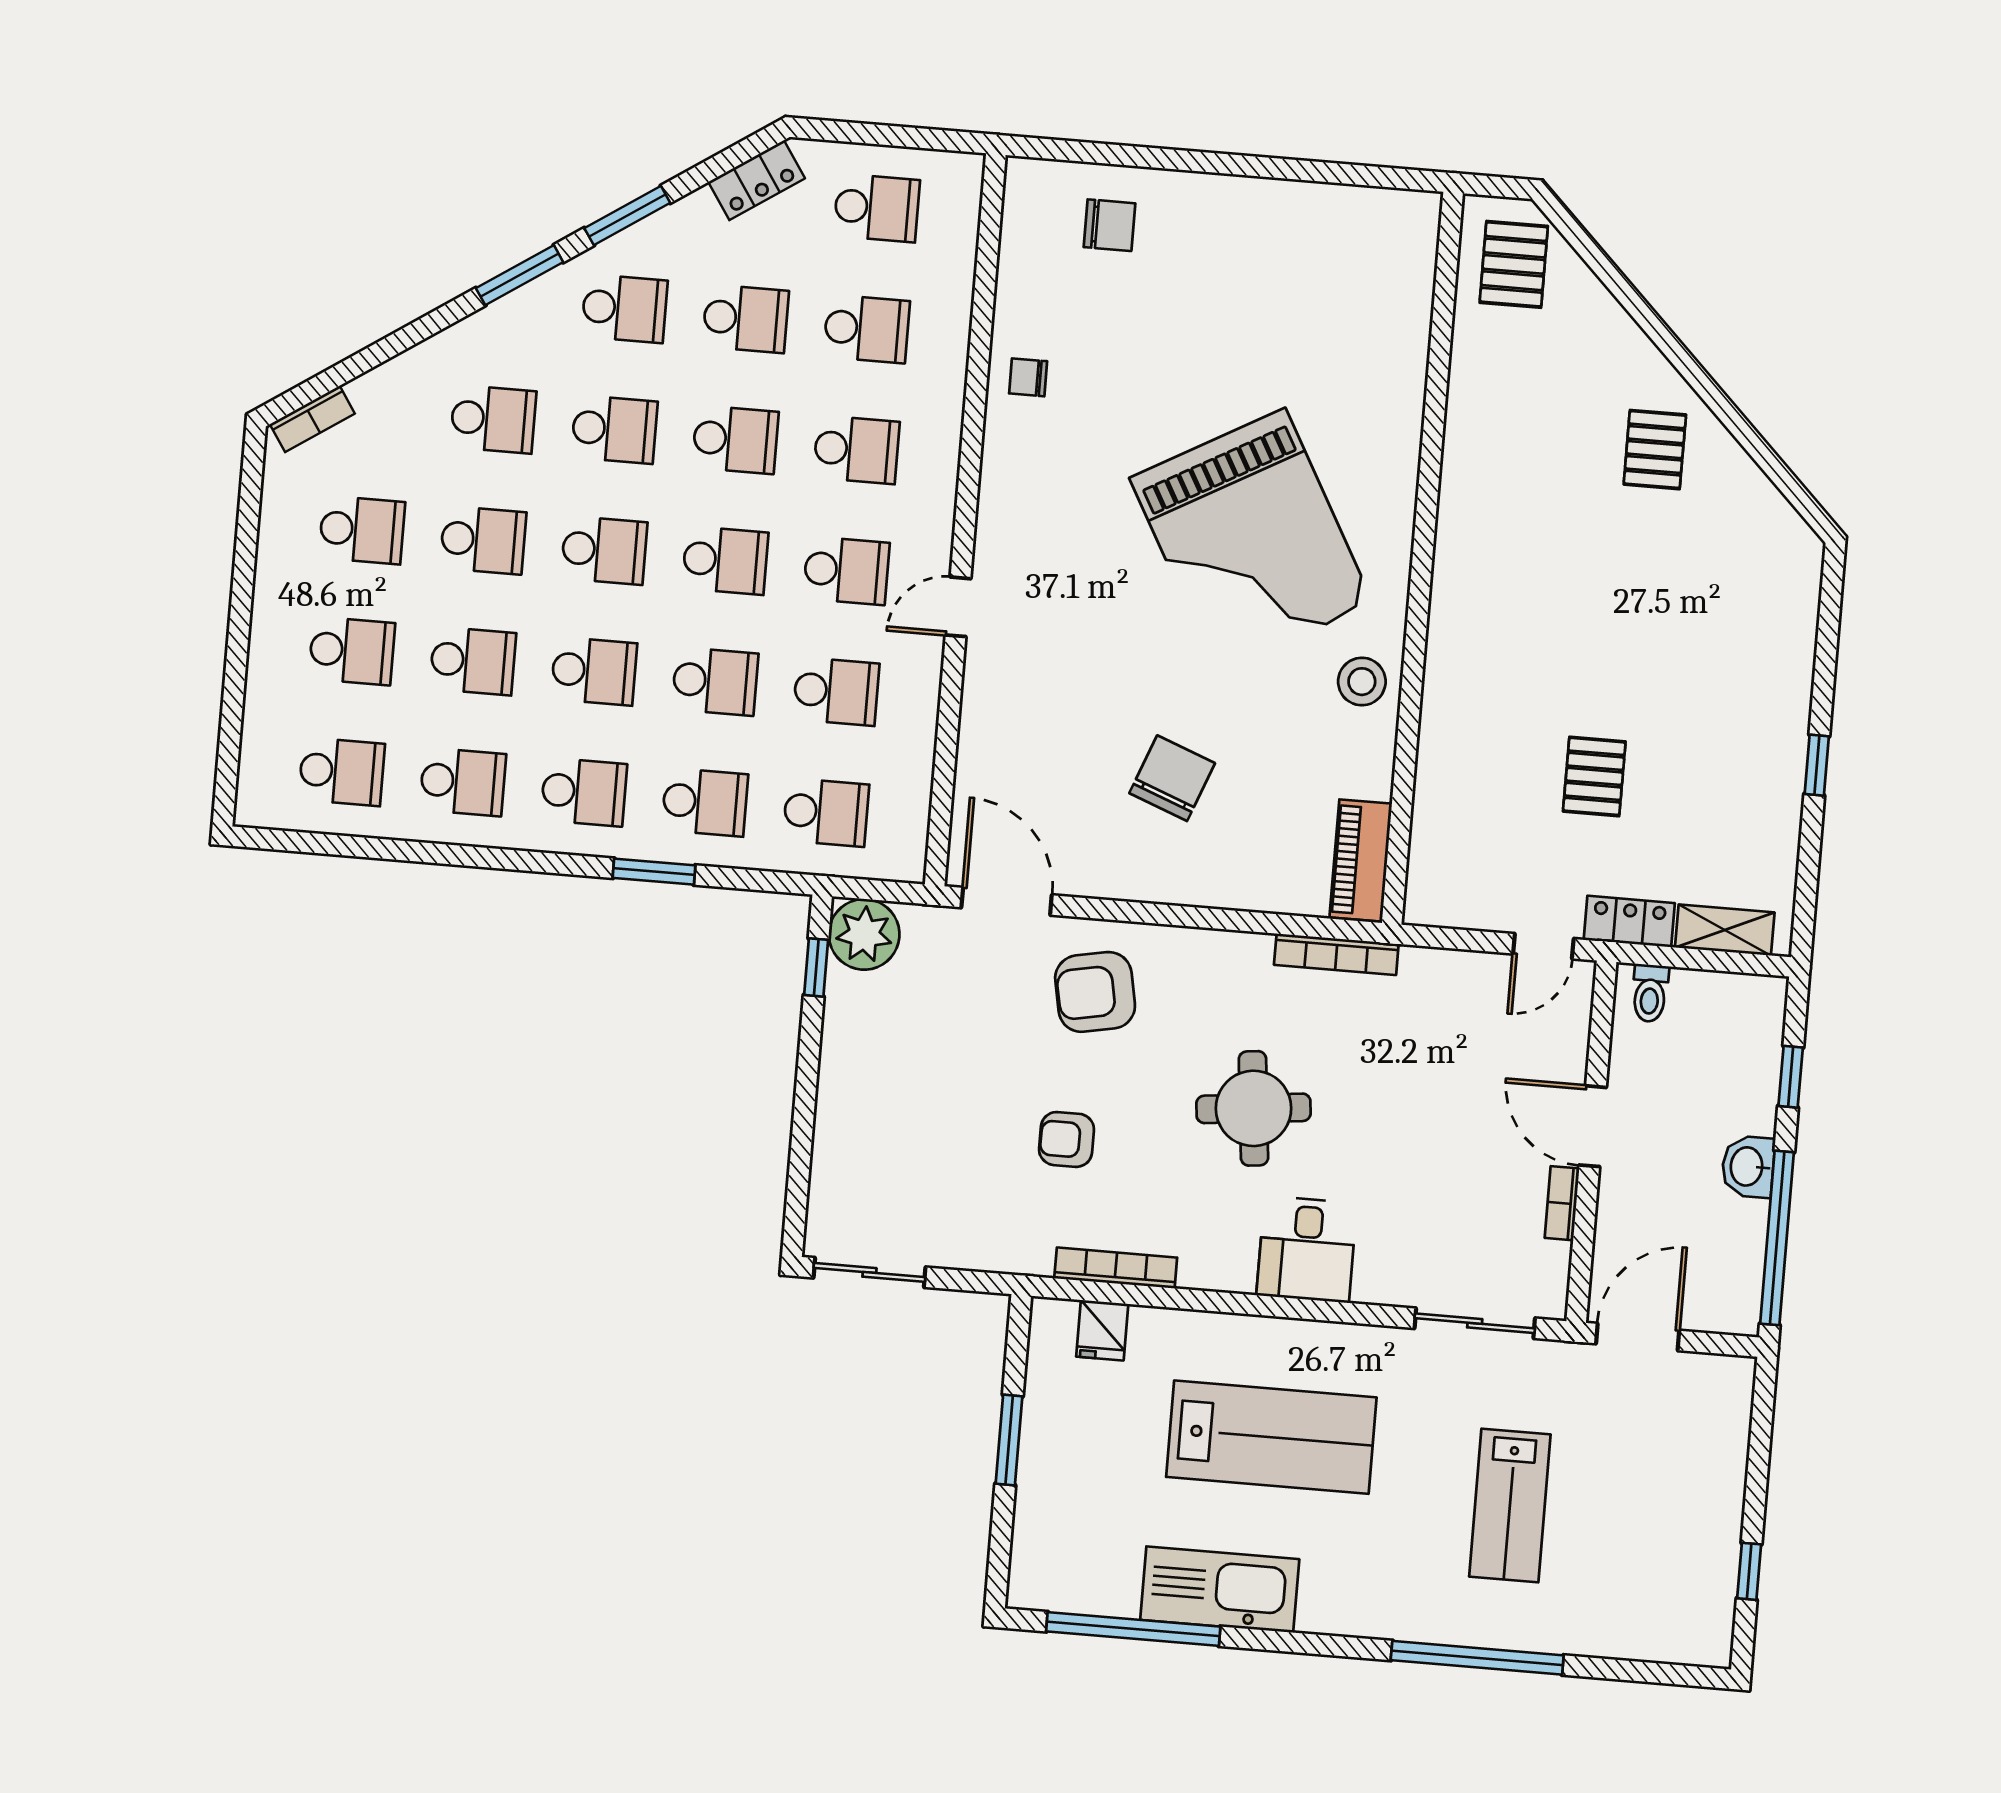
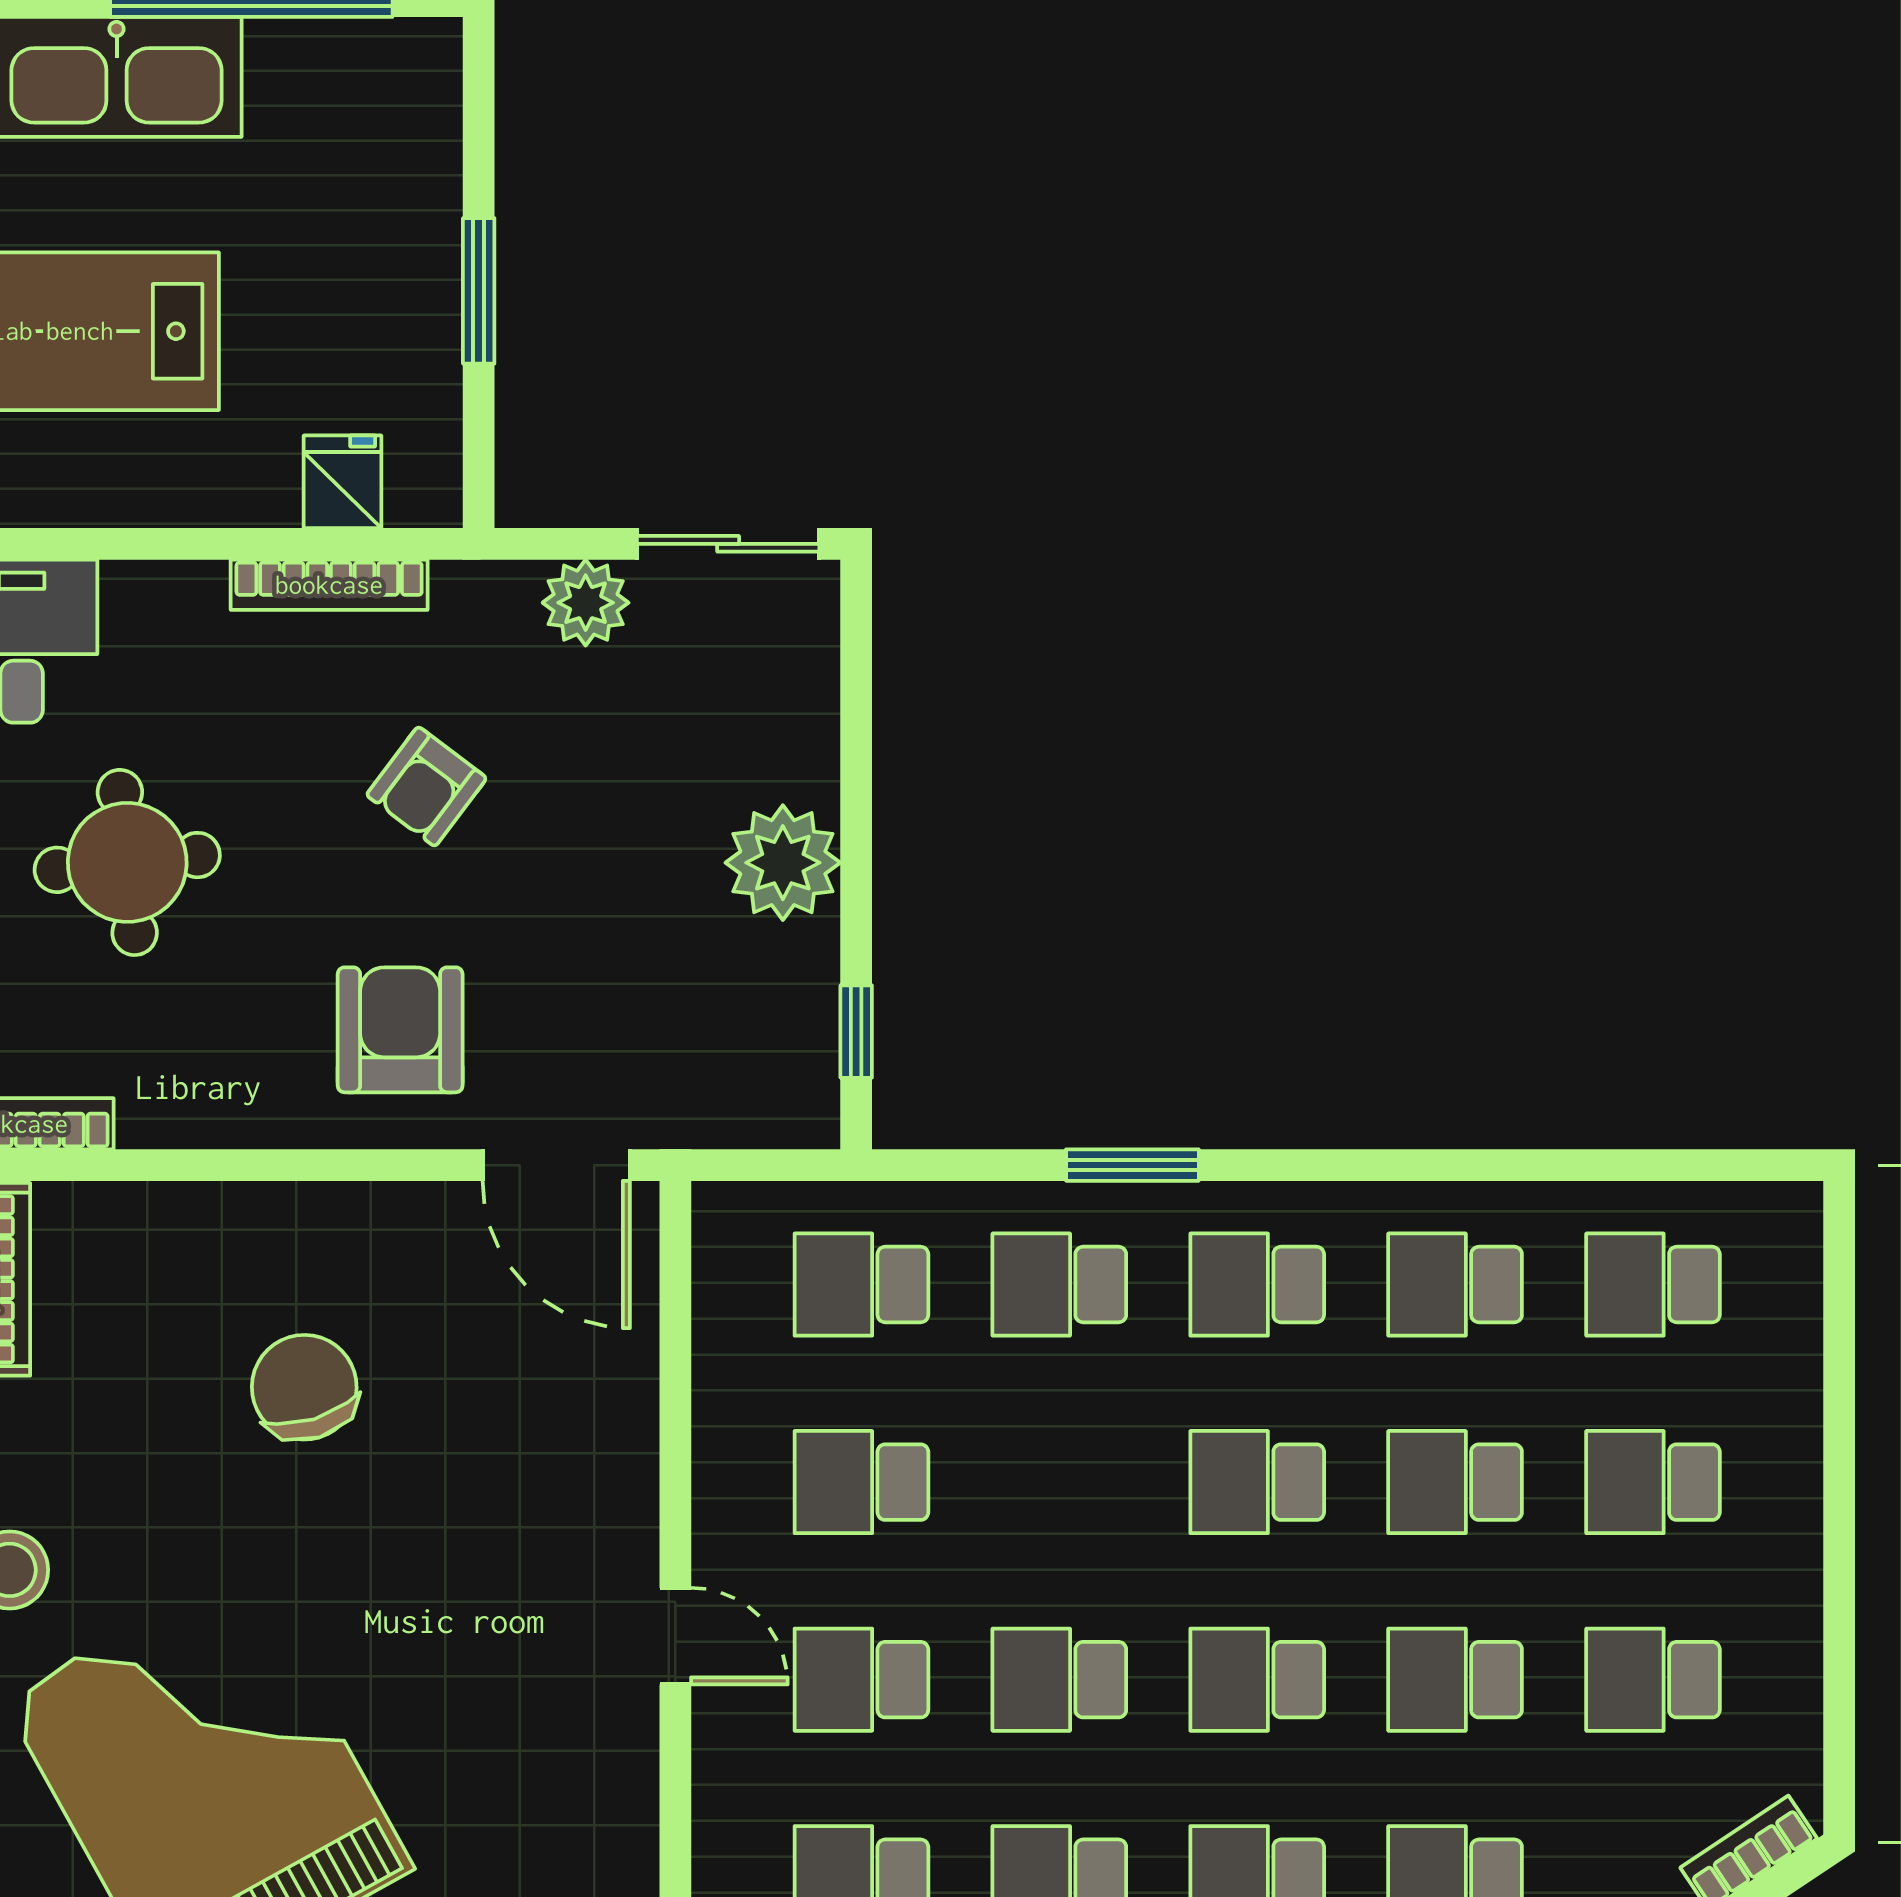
door: (958, 607) -> (675, 1636), hinge flipped
school desk: (715, 681) -> (1059, 1482), removed
chair: (1172, 778) -> (304, 1387), turned 142
plant: (864, 934) -> (783, 863), moved
armchair: (1095, 992) -> (400, 1030), turned -79
armchair: (1066, 1139) -> (426, 787), turned 127
plant: (960, 1244) -> (586, 603), added

